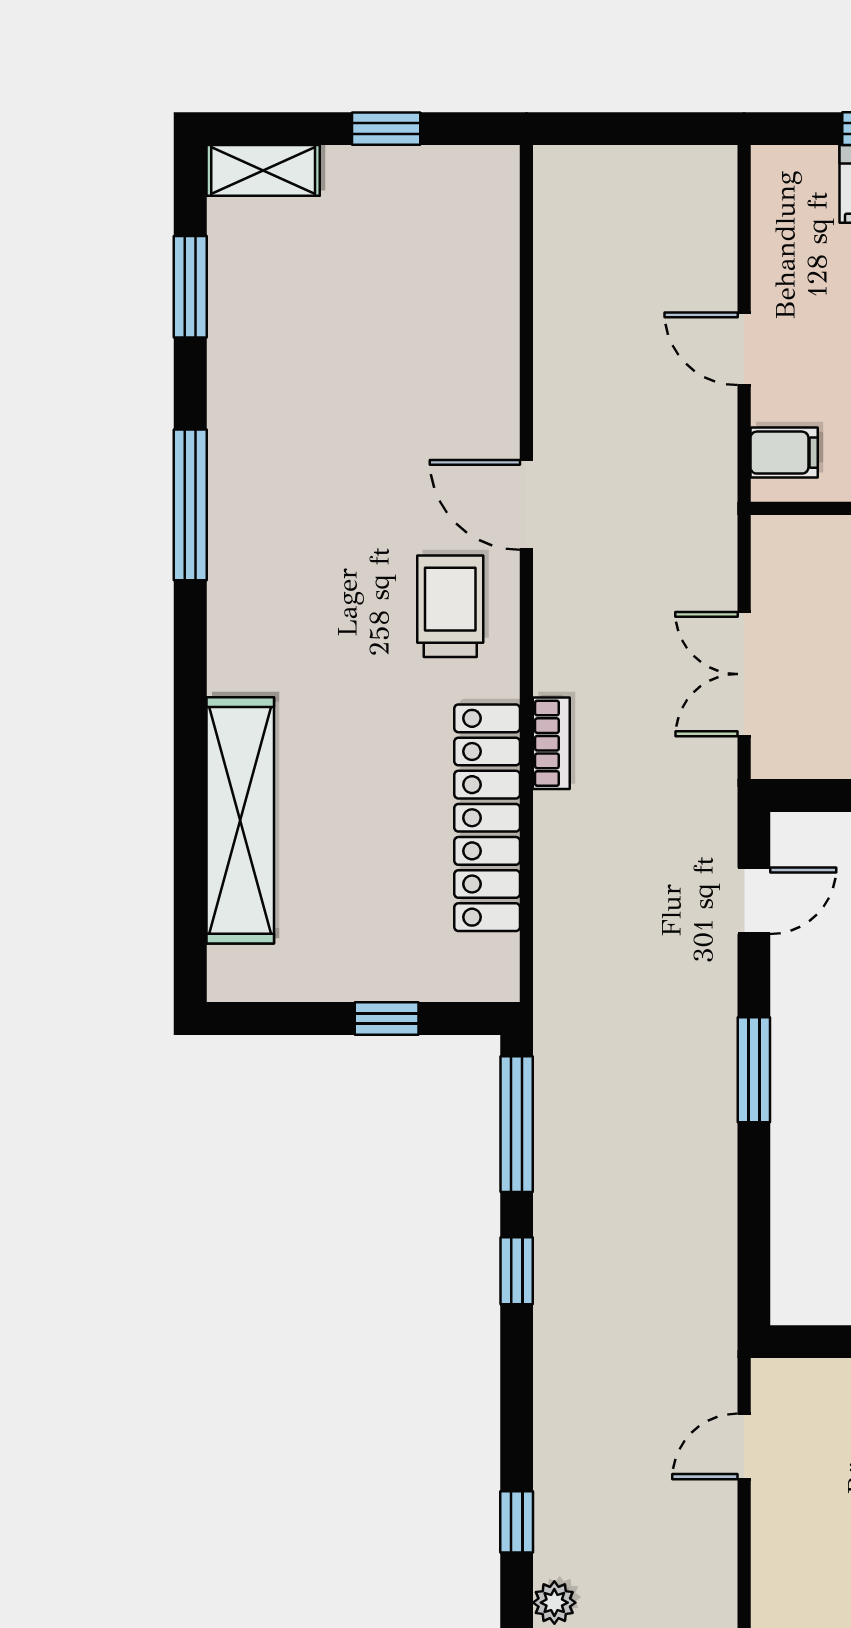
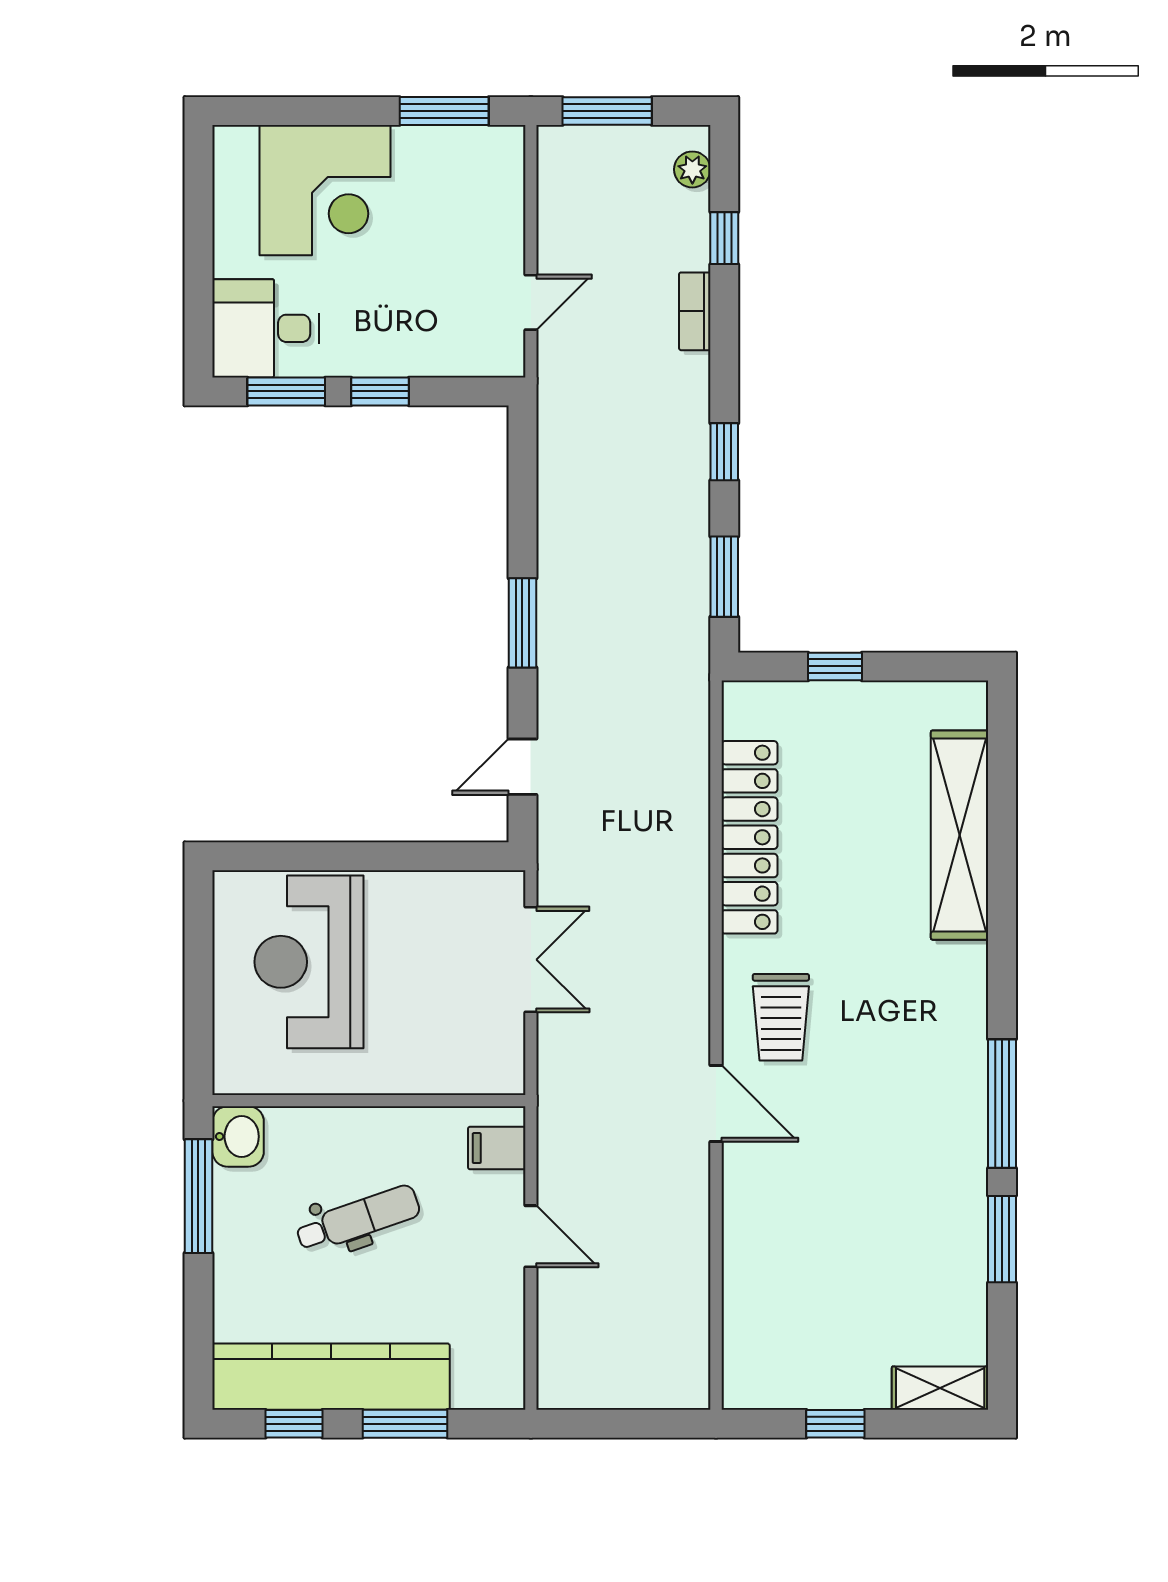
window: (190, 287) -> (1002, 1239), moved
bookcase: (551, 743) -> (695, 311), moved
window: (517, 1124) -> (724, 577), width x0.69

